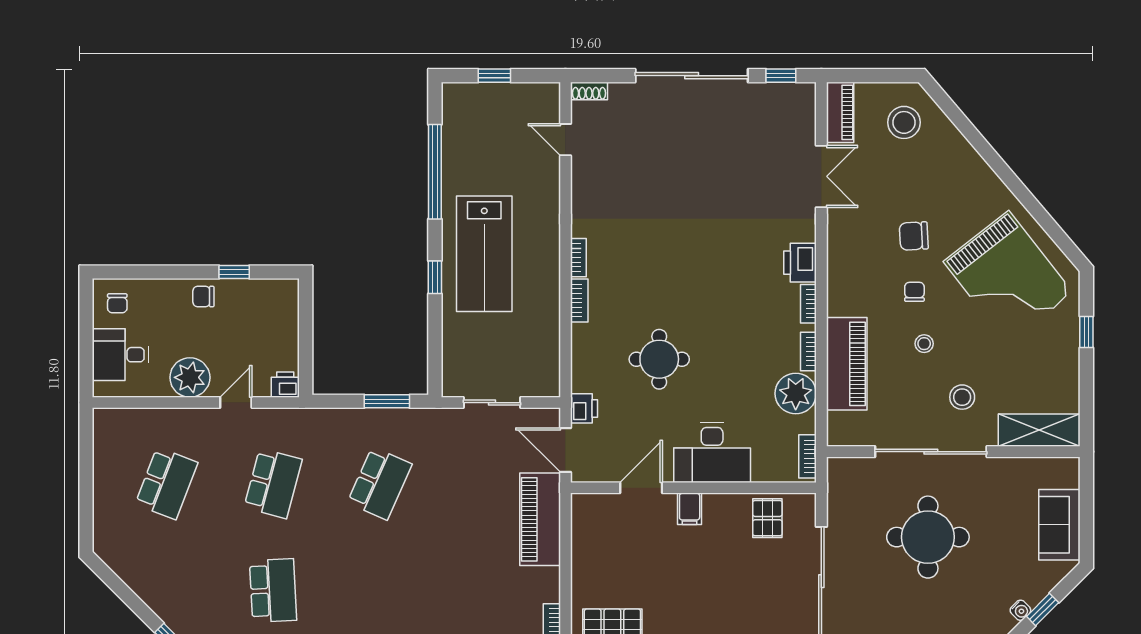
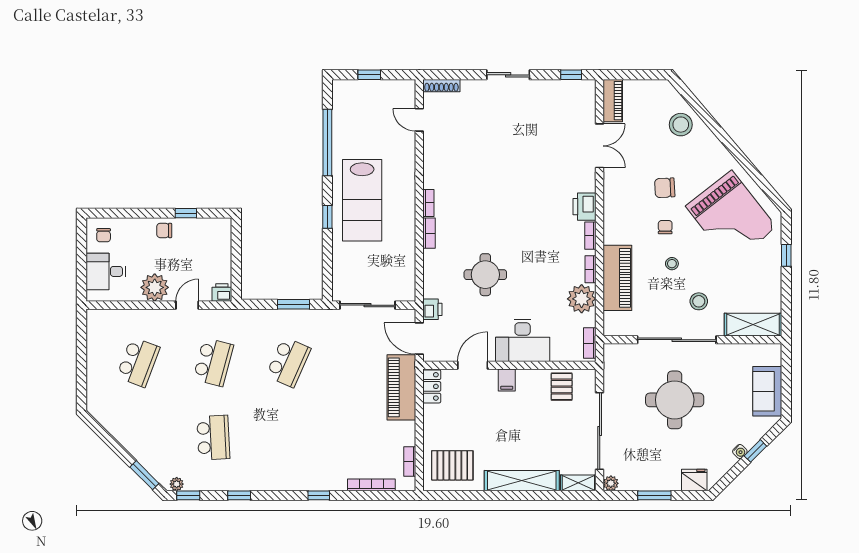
sliding door: (692, 76) -> (508, 75), width x0.54
shoe rack: (589, 91) -> (441, 86), width x1.43
stool: (904, 122) -> (681, 125), moved
sliding door: (492, 403) -> (368, 305), width x1.37
locker: (583, 518) -> (432, 386), added

